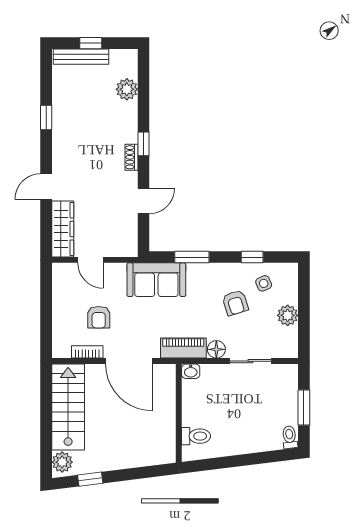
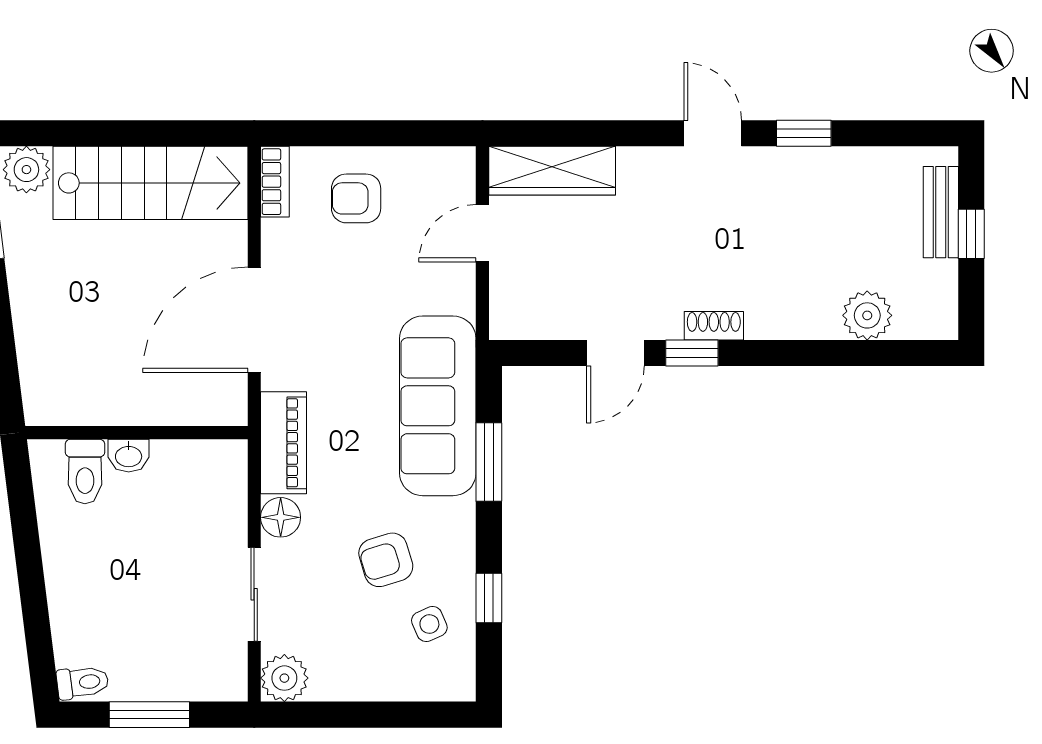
bench: (81, 57) -> (941, 212), width x0.73
window: (143, 144) -> (692, 353), moved
door: (46, 187) -> (713, 133), moved
door: (143, 201) -> (615, 353), hinge flipped
sofa: (156, 280) -> (438, 406), width x1.36
plant: (288, 315) -> (284, 678), moved
armchair: (99, 317) -> (356, 198), moved
bookcase: (87, 352) -> (275, 182), moved
washbasin: (191, 371) -> (129, 456), moved, turned -90

